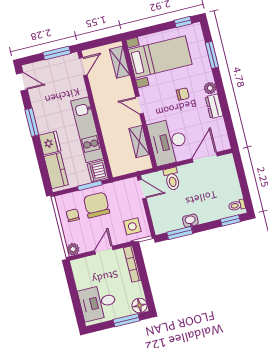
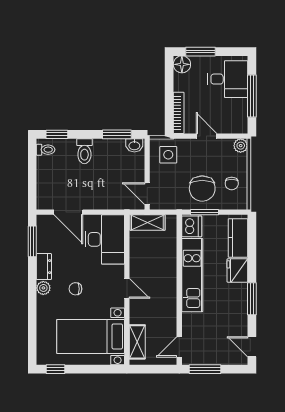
window: (212, 55) -> (32, 241), moved
shelving: (139, 142) -> (147, 222), moved, turned 90
door: (205, 157) -> (68, 212), hinge flipped
toilet: (172, 179) -> (84, 151), moved, turned 180
washbasin: (190, 221) -> (134, 145), moved
door: (104, 250) -> (207, 136), swing flipped
window: (74, 293) -> (252, 96), added

